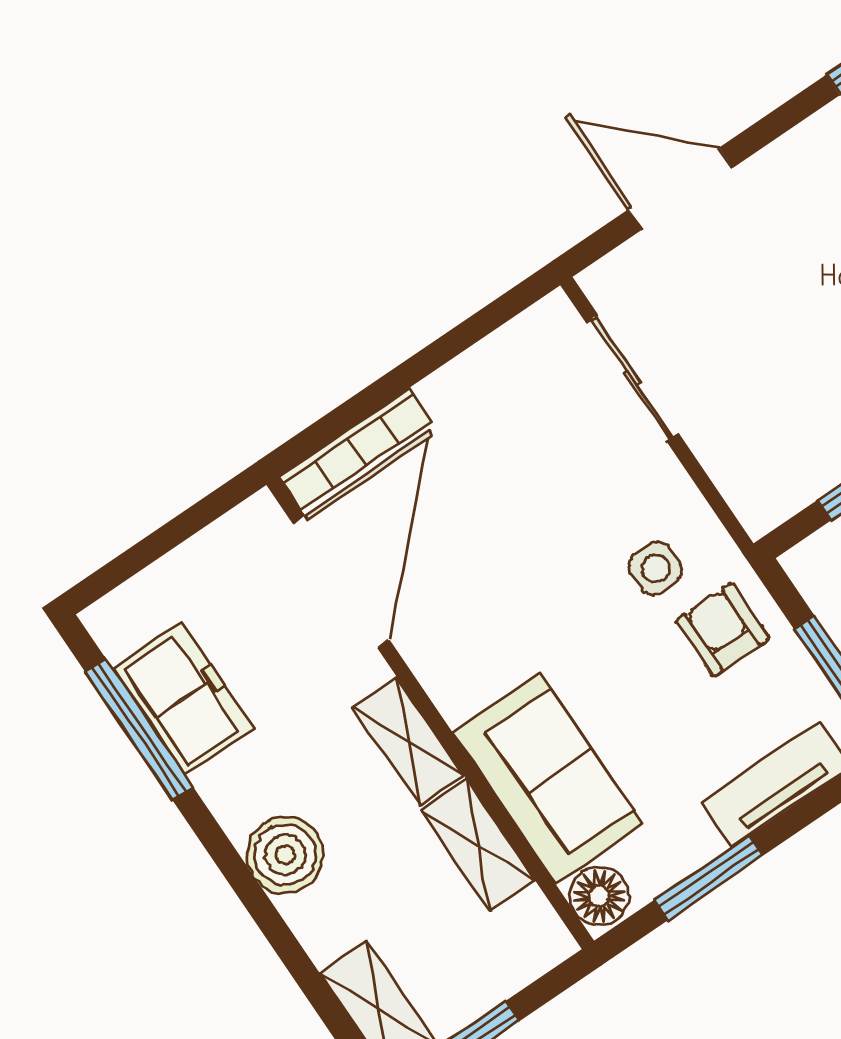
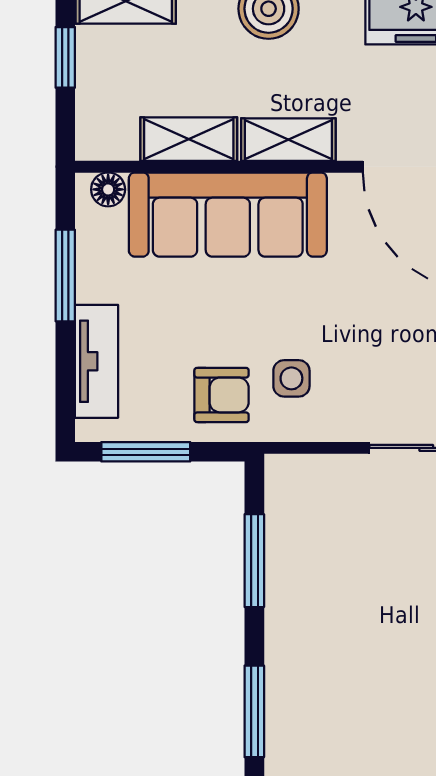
sofa: (548, 779) -> (228, 215), width x1.36
floor lamp: (599, 896) -> (108, 189), width x0.73, depth x0.73

